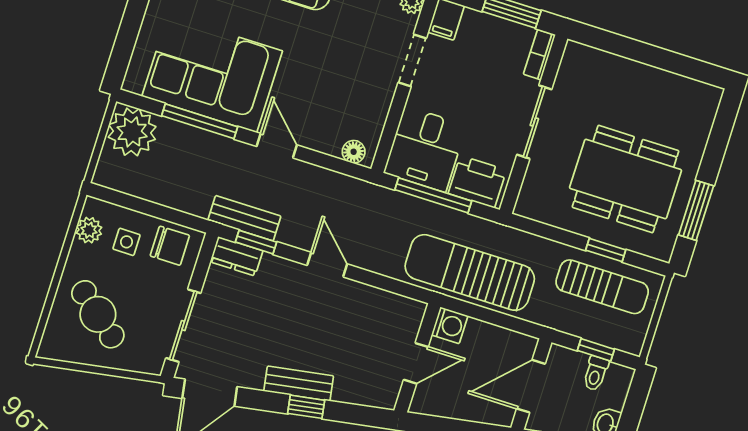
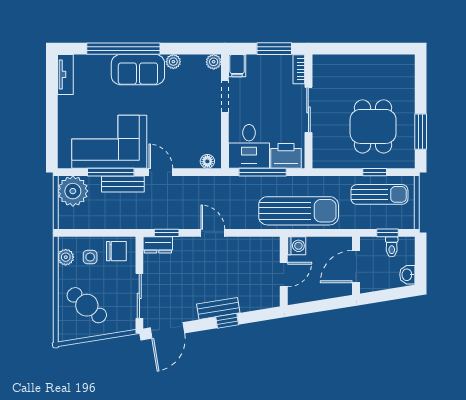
dining table: (626, 179) -> (373, 126), width x0.73
bench: (244, 218) -> (123, 184), moved
sun lounger: (470, 272) -> (299, 211), turned 180

